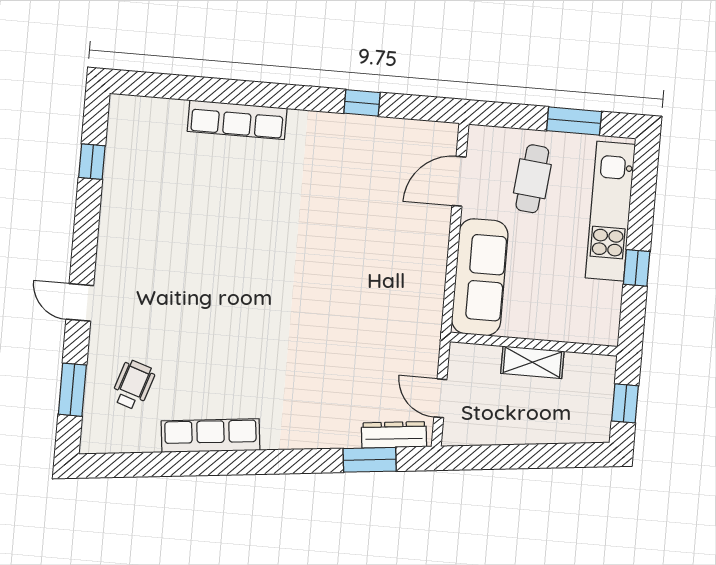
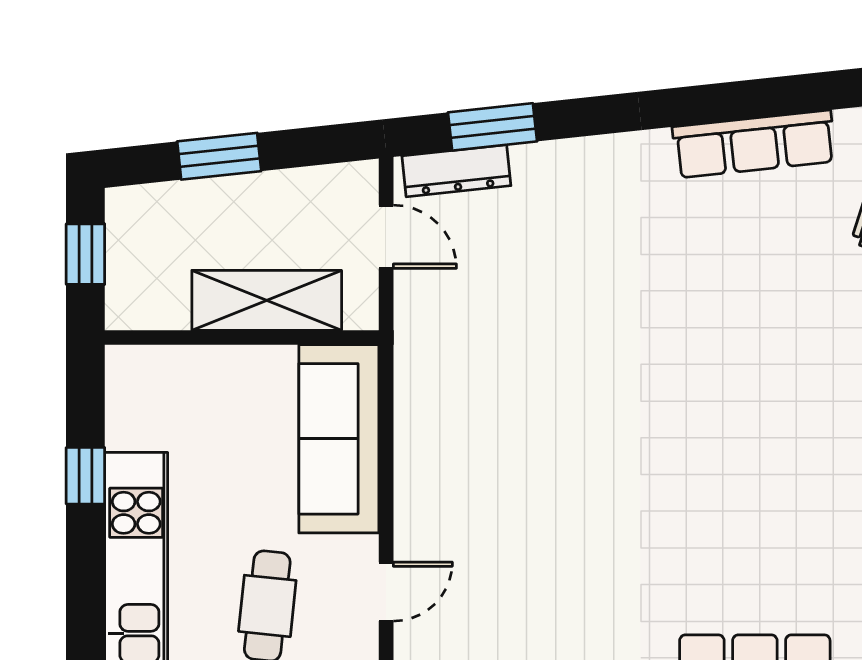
door: (459, 181) -> (386, 592), width x0.73
shelving: (532, 362) -> (267, 300), width x1.50, depth x1.33
window: (538, 456) -> (219, 156), added

